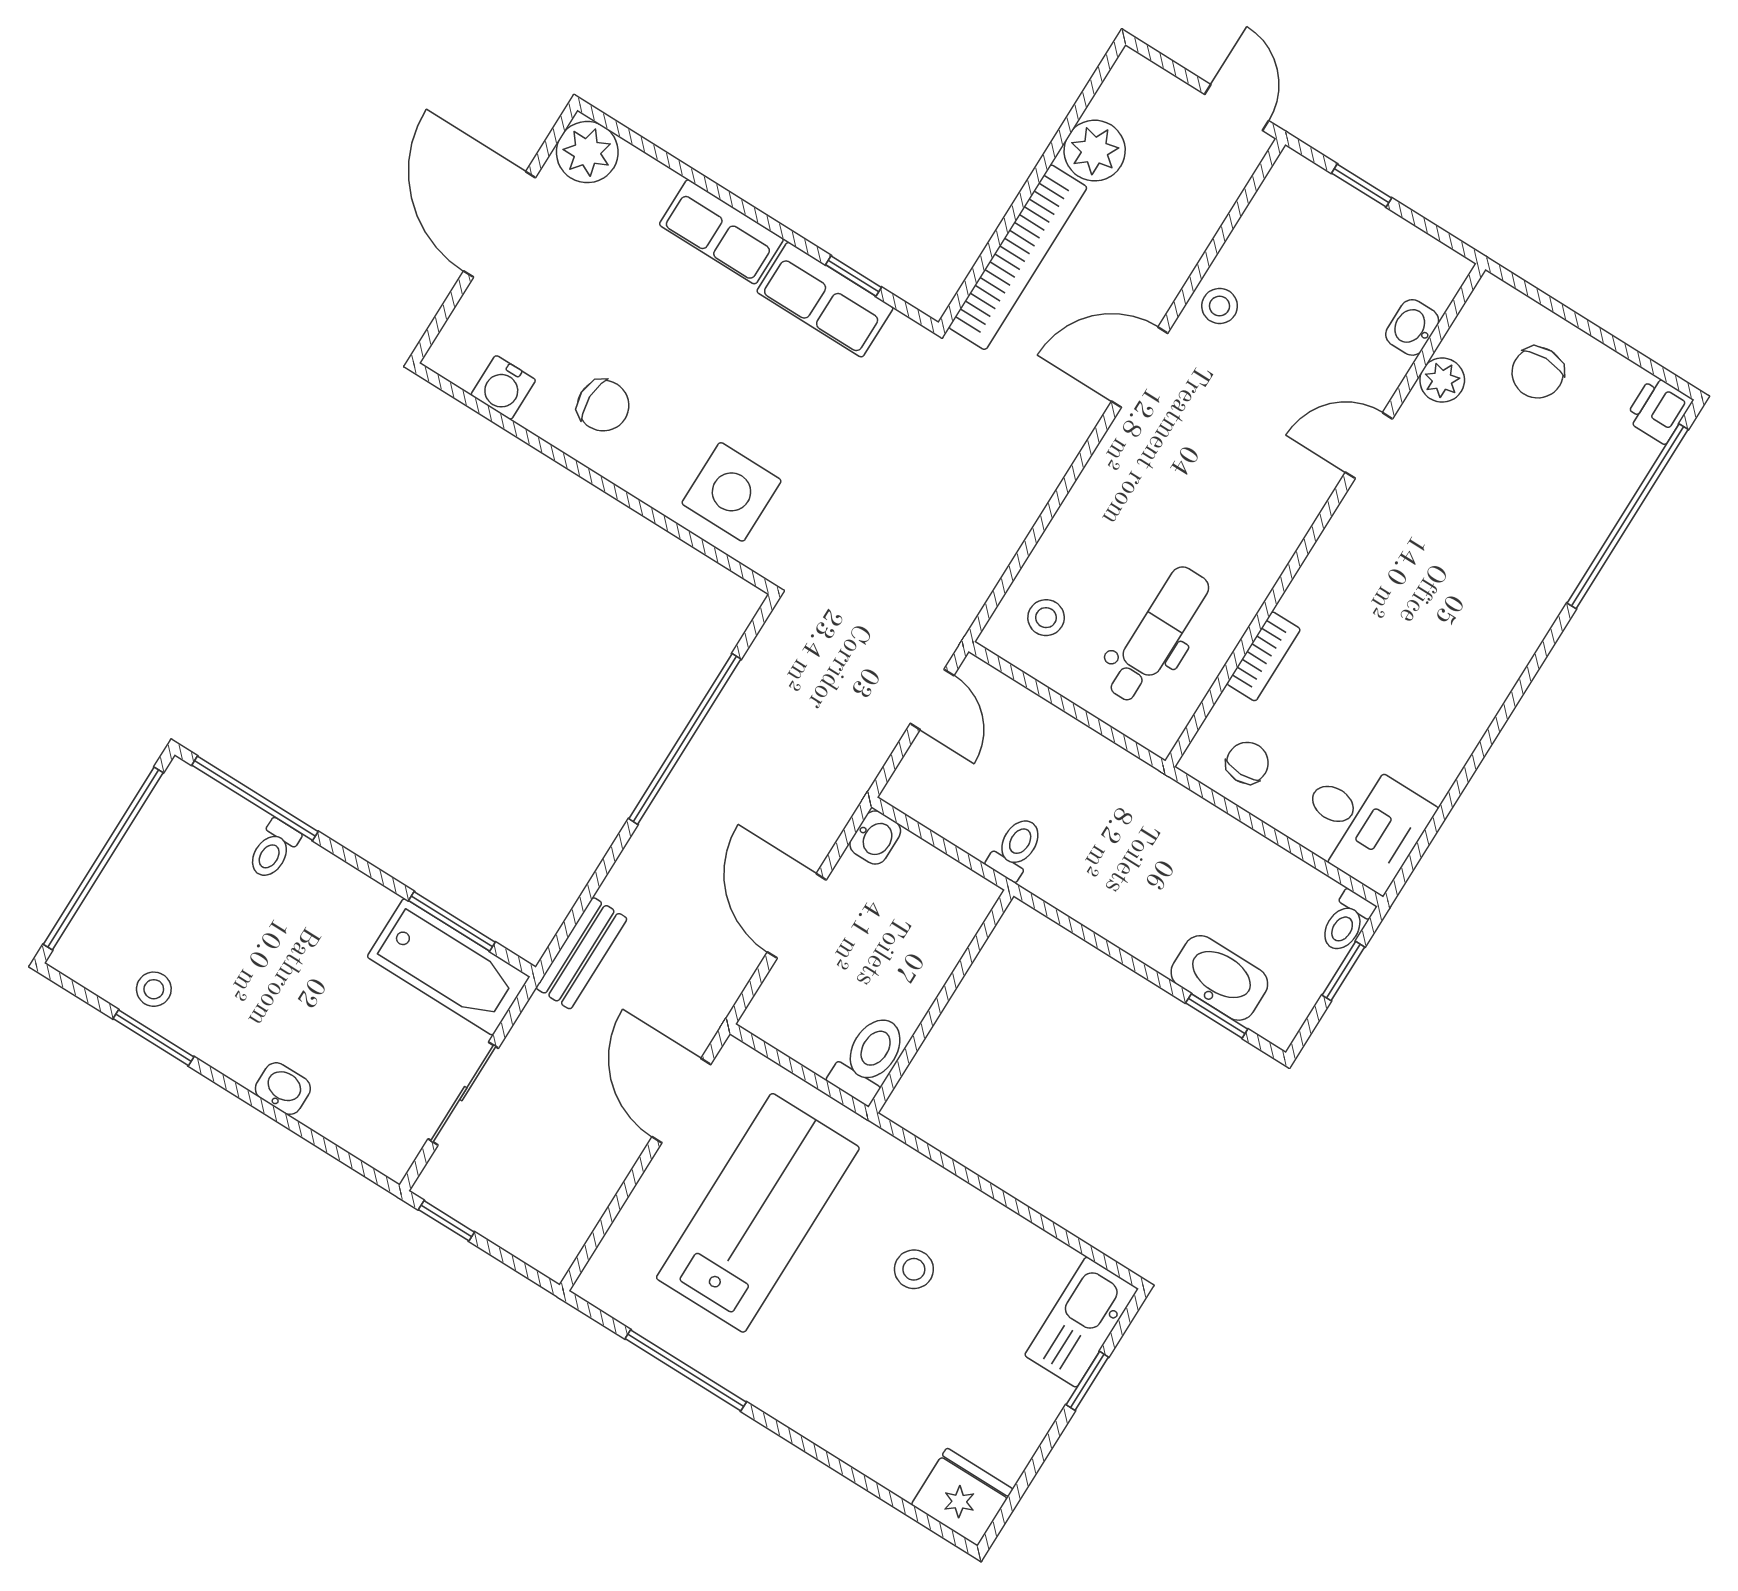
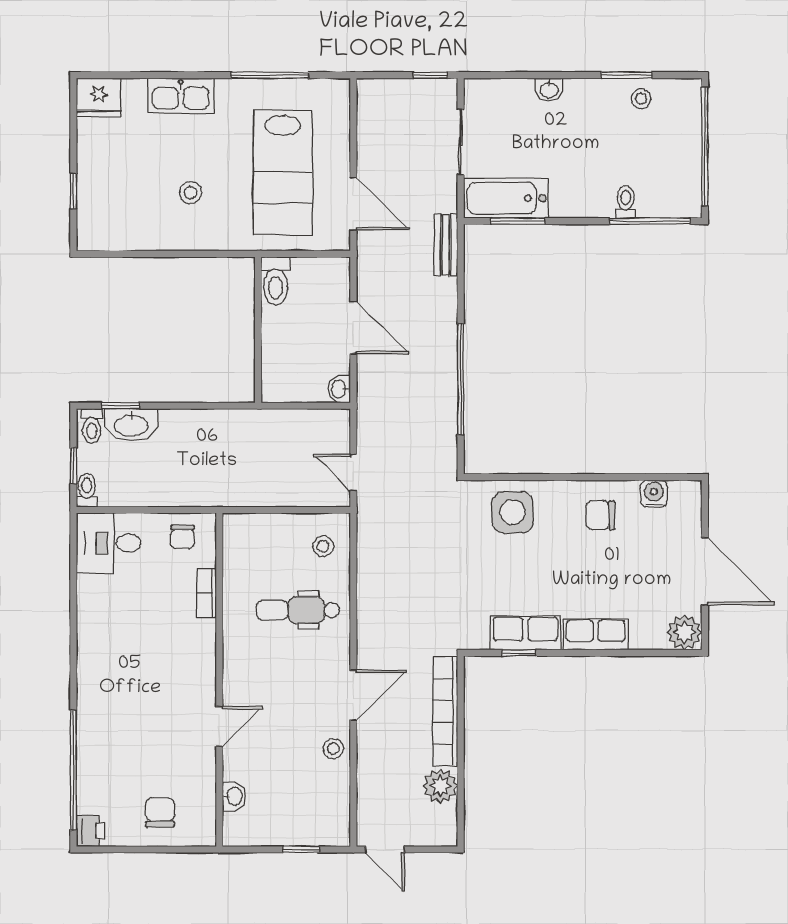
plant: (1442, 380) -> (204, 780), removed
dental chair: (1157, 635) -> (298, 610), moved, turned 90
toilet: (1016, 848) -> (92, 426), moved
kitchen sink: (1081, 1322) -> (181, 96), moved, turned 90

